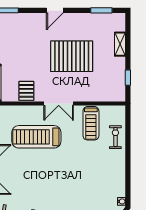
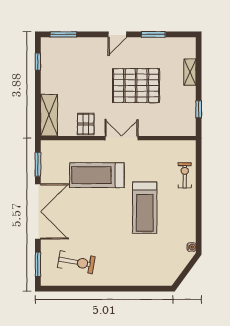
window: (101, 10) -> (153, 34), moved
double door: (59, 104) -> (122, 138), swing flipped
treadmill: (91, 123) -> (145, 208), moved, width x1.37, depth x1.38

